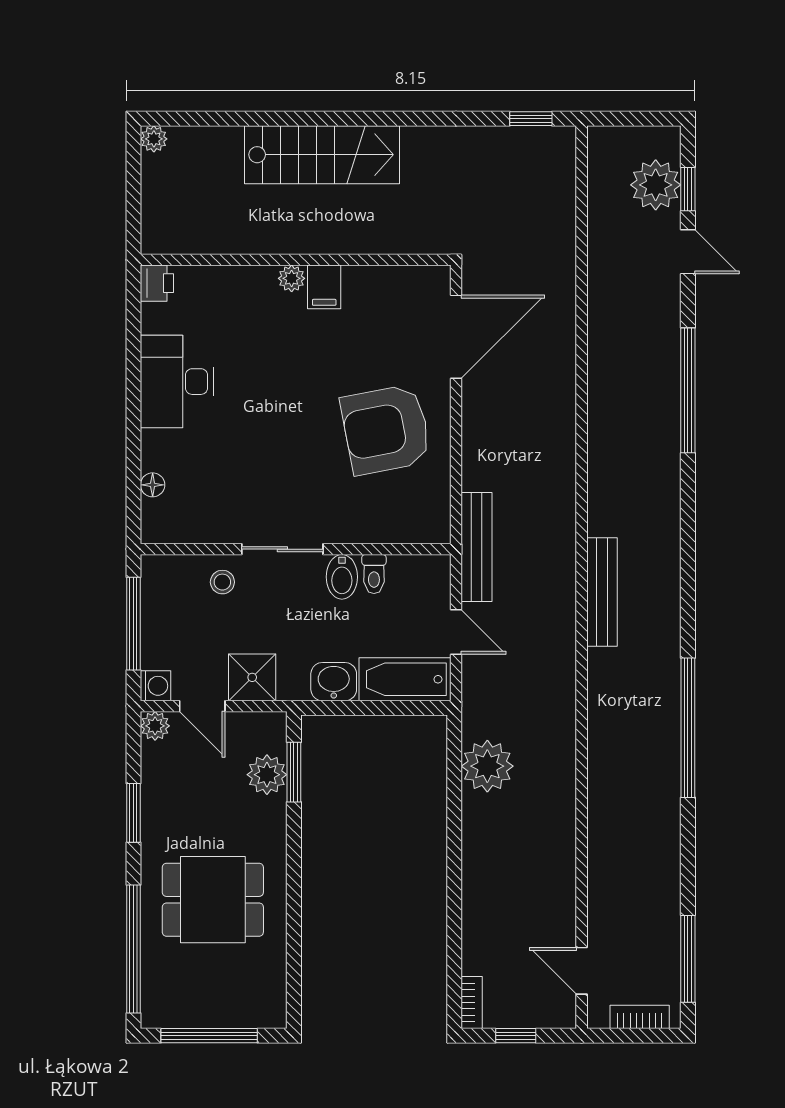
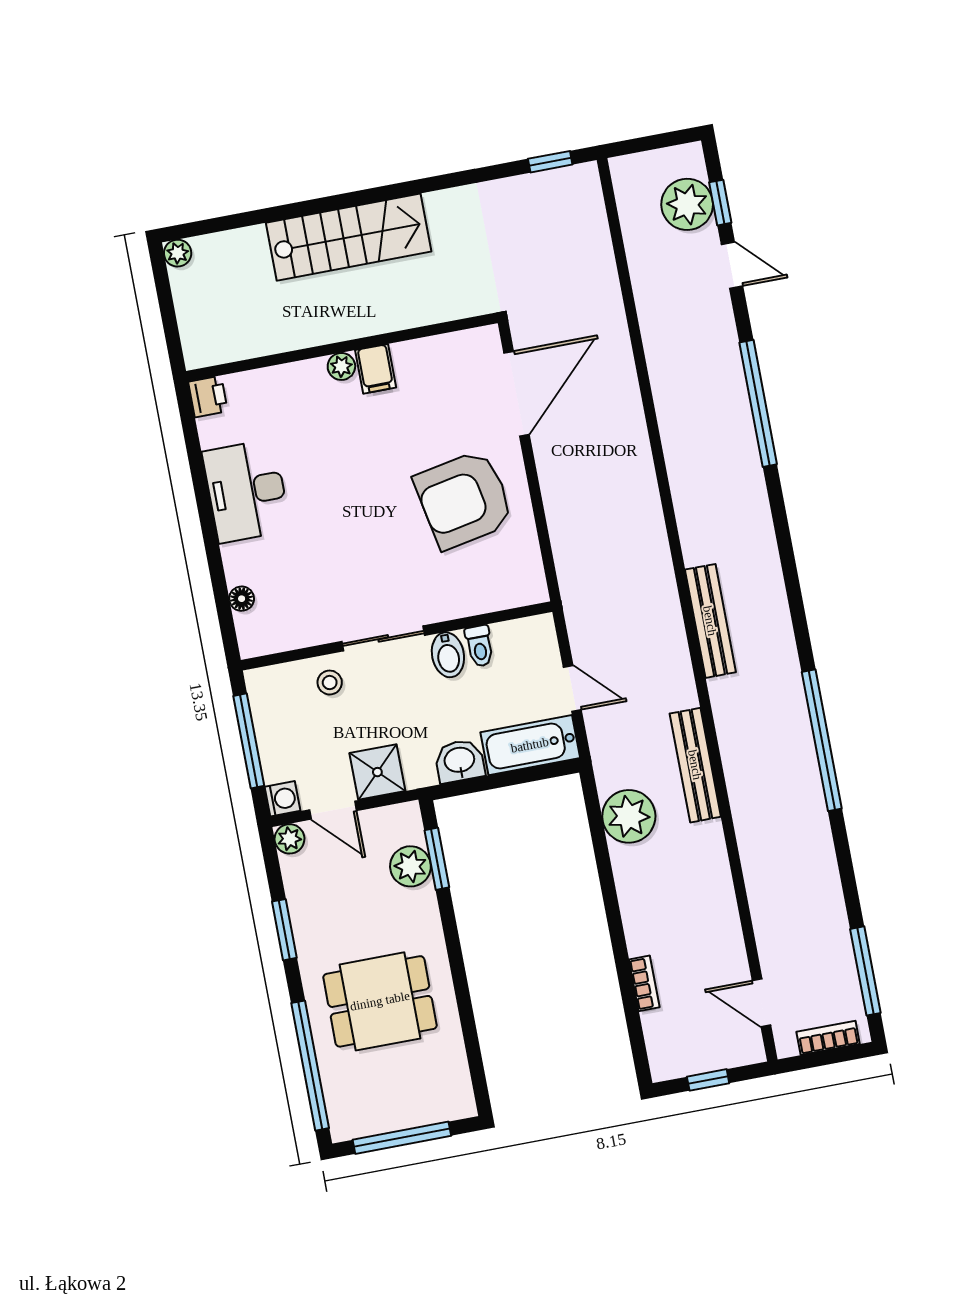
bench: (477, 547) -> (695, 765), moved
bookcase: (472, 1003) -> (644, 983), moved

